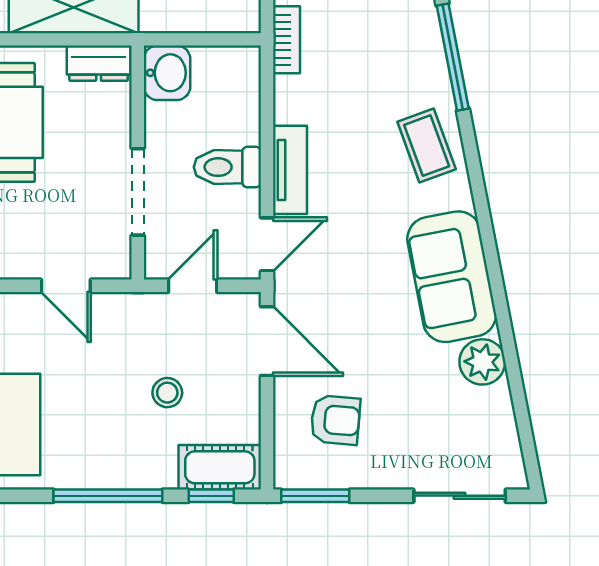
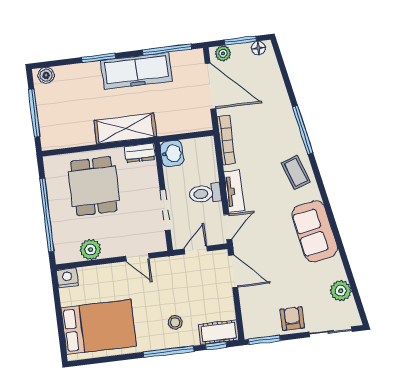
bookcase: (286, 40) -> (226, 140), width x1.56
plant: (482, 362) -> (341, 291), moved
stool: (167, 393) -> (175, 322), moved
armchair: (335, 420) -> (292, 319), moved, turned -95

